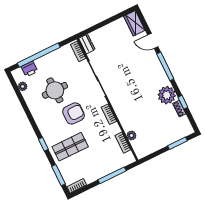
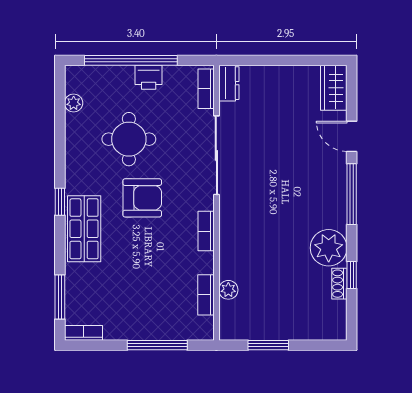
printer: (29, 69) -> (149, 77), moved
window: (178, 143) -> (268, 345), moved
window: (43, 144) -> (60, 202), moved
shop shelf: (70, 147) -> (84, 229), moved, turned 90

